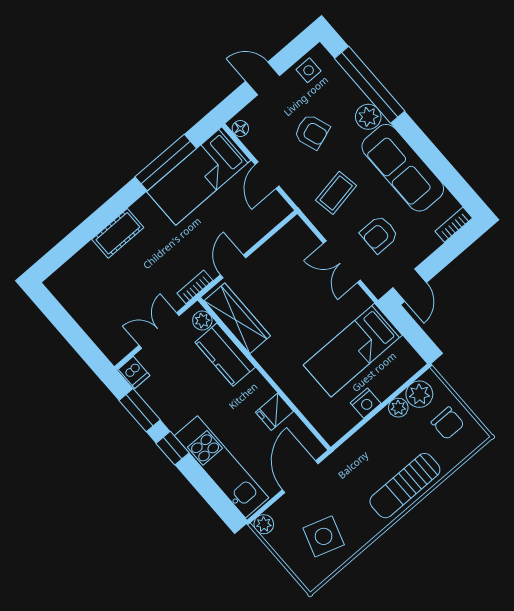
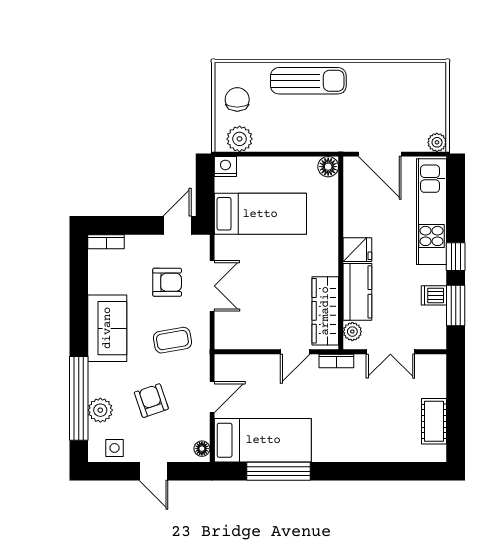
plant: (368, 117) -> (100, 410), moved
sofa: (403, 168) -> (107, 328), width x0.73
cot: (118, 233) -> (434, 421), moved, turned 90
dishwasher: (134, 372) -> (434, 295), moved, turned -90
nightstand: (366, 403) -> (225, 167), moved
plant: (398, 408) -> (264, 142), removed
fridge: (274, 412) -> (357, 250), moved
floor lamp: (332, 432) -> (328, 167), added
door: (300, 477) -> (380, 154), hinge flipped
side table: (324, 536) -> (401, 95), removed

